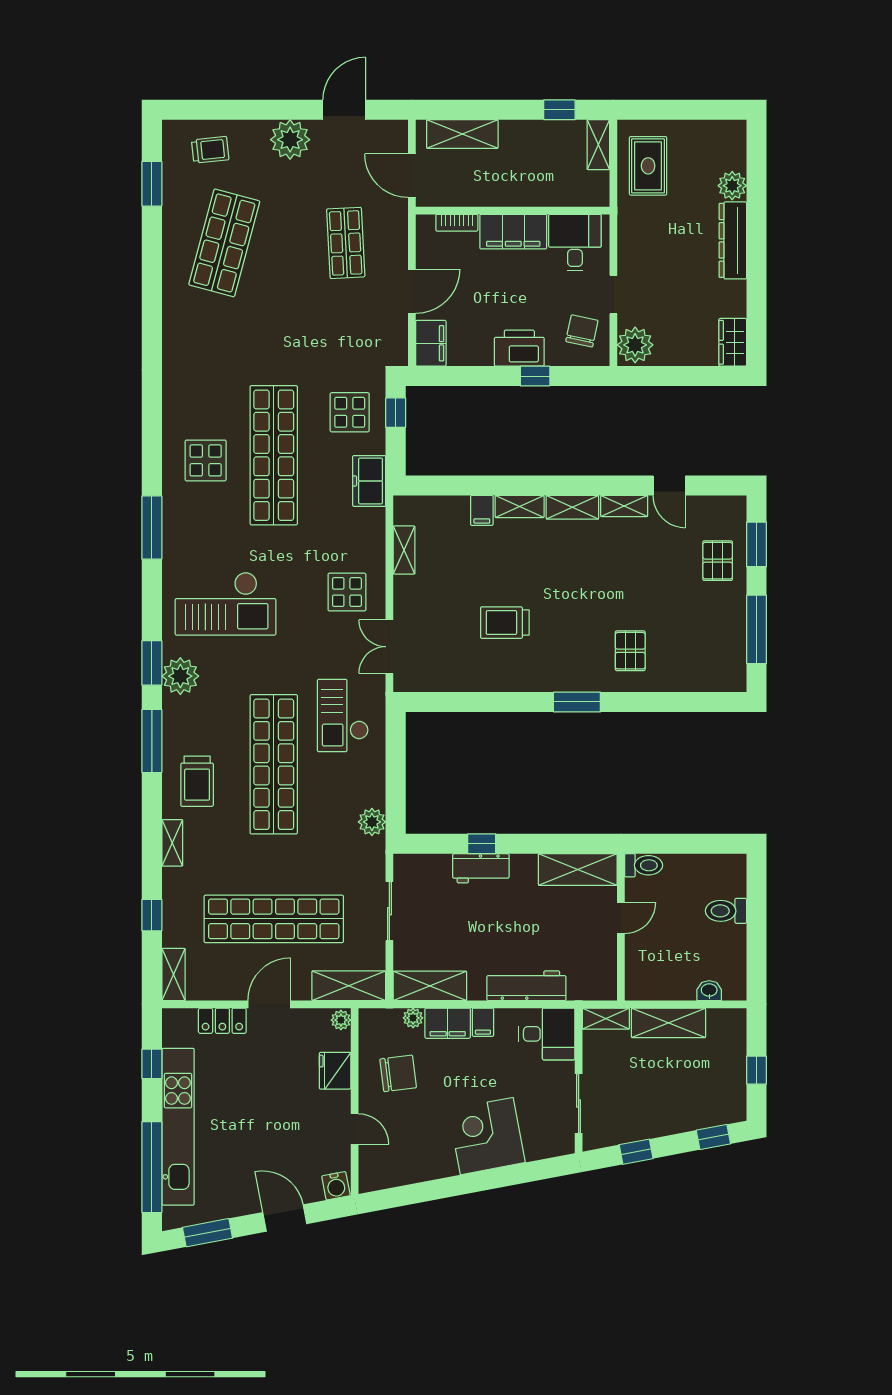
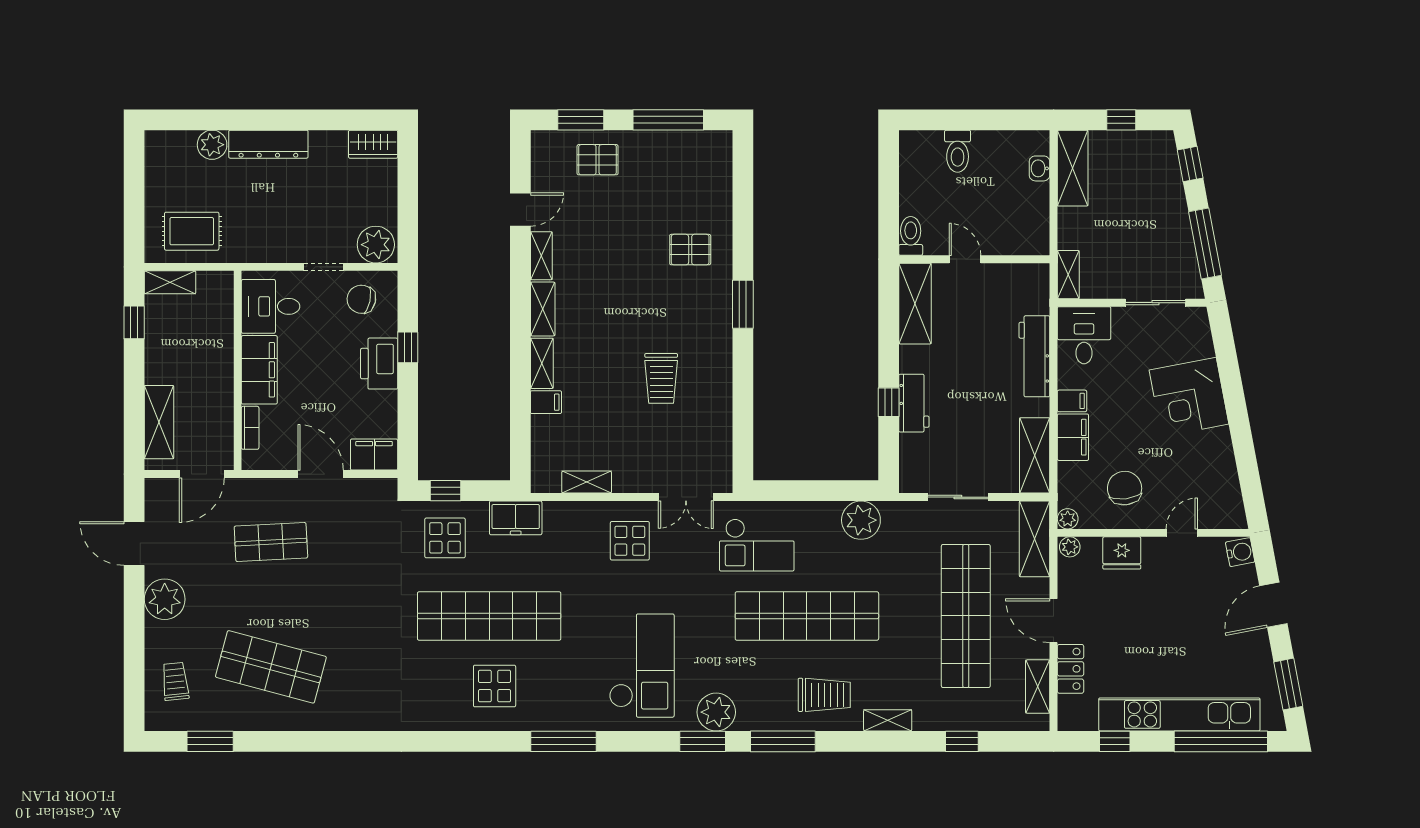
plant: (372, 822) -> (861, 520), width x1.36, depth x1.36
shelving: (174, 974) -> (1038, 687), moved, turned 90
plant: (413, 1018) -> (1068, 519), moved
shelving: (668, 1023) -> (1073, 168), moved
window: (636, 1152) -> (1205, 244), width x2.17

